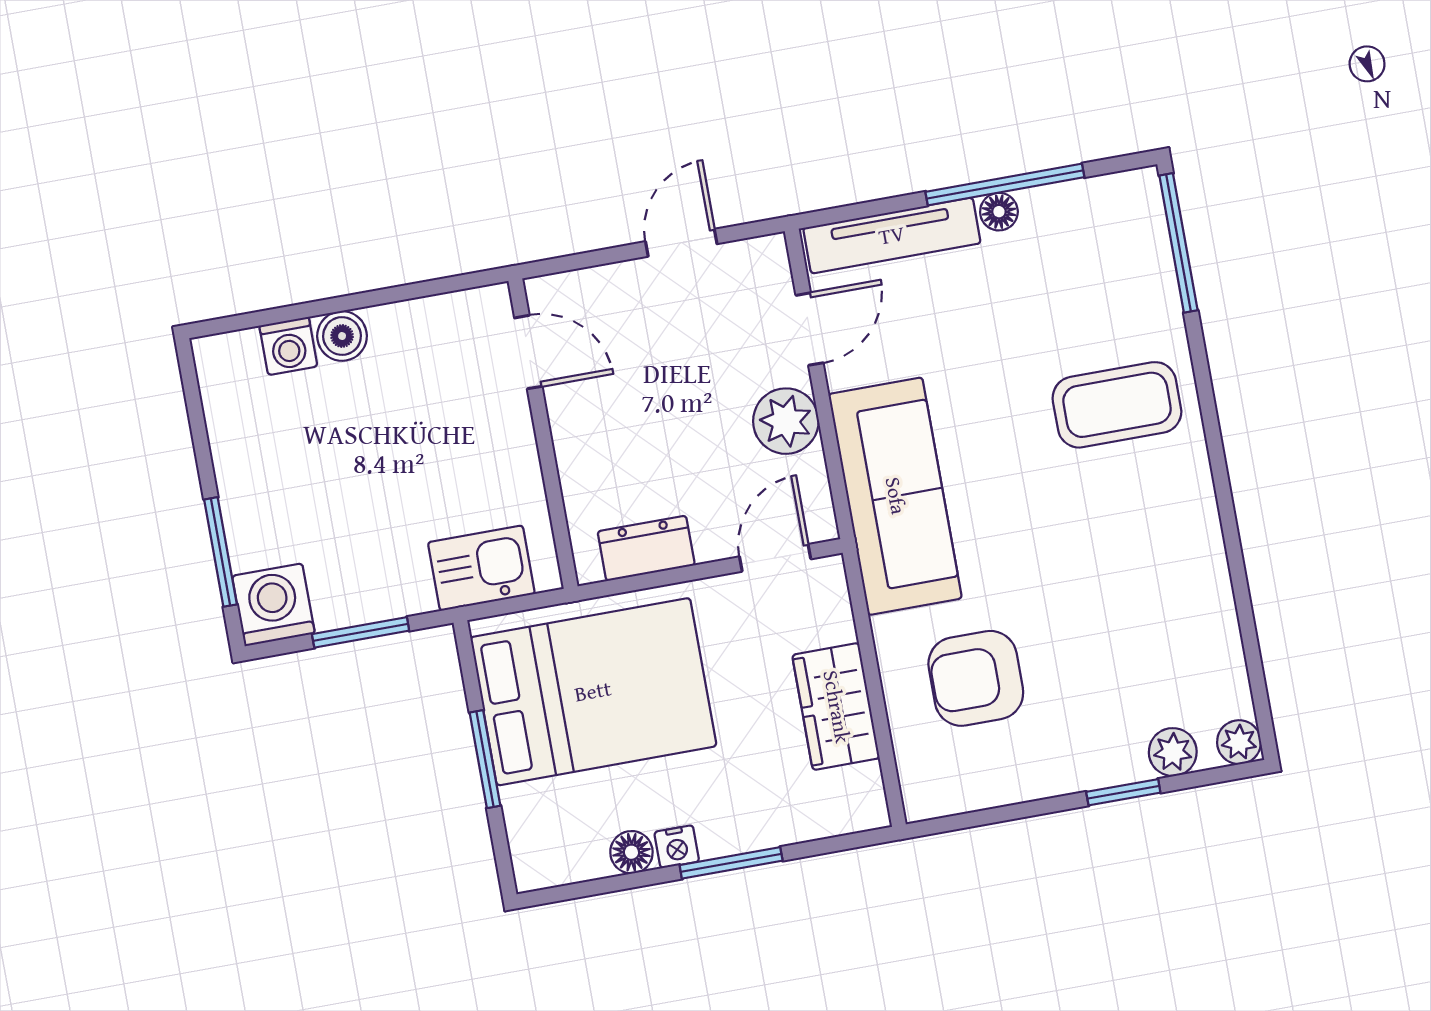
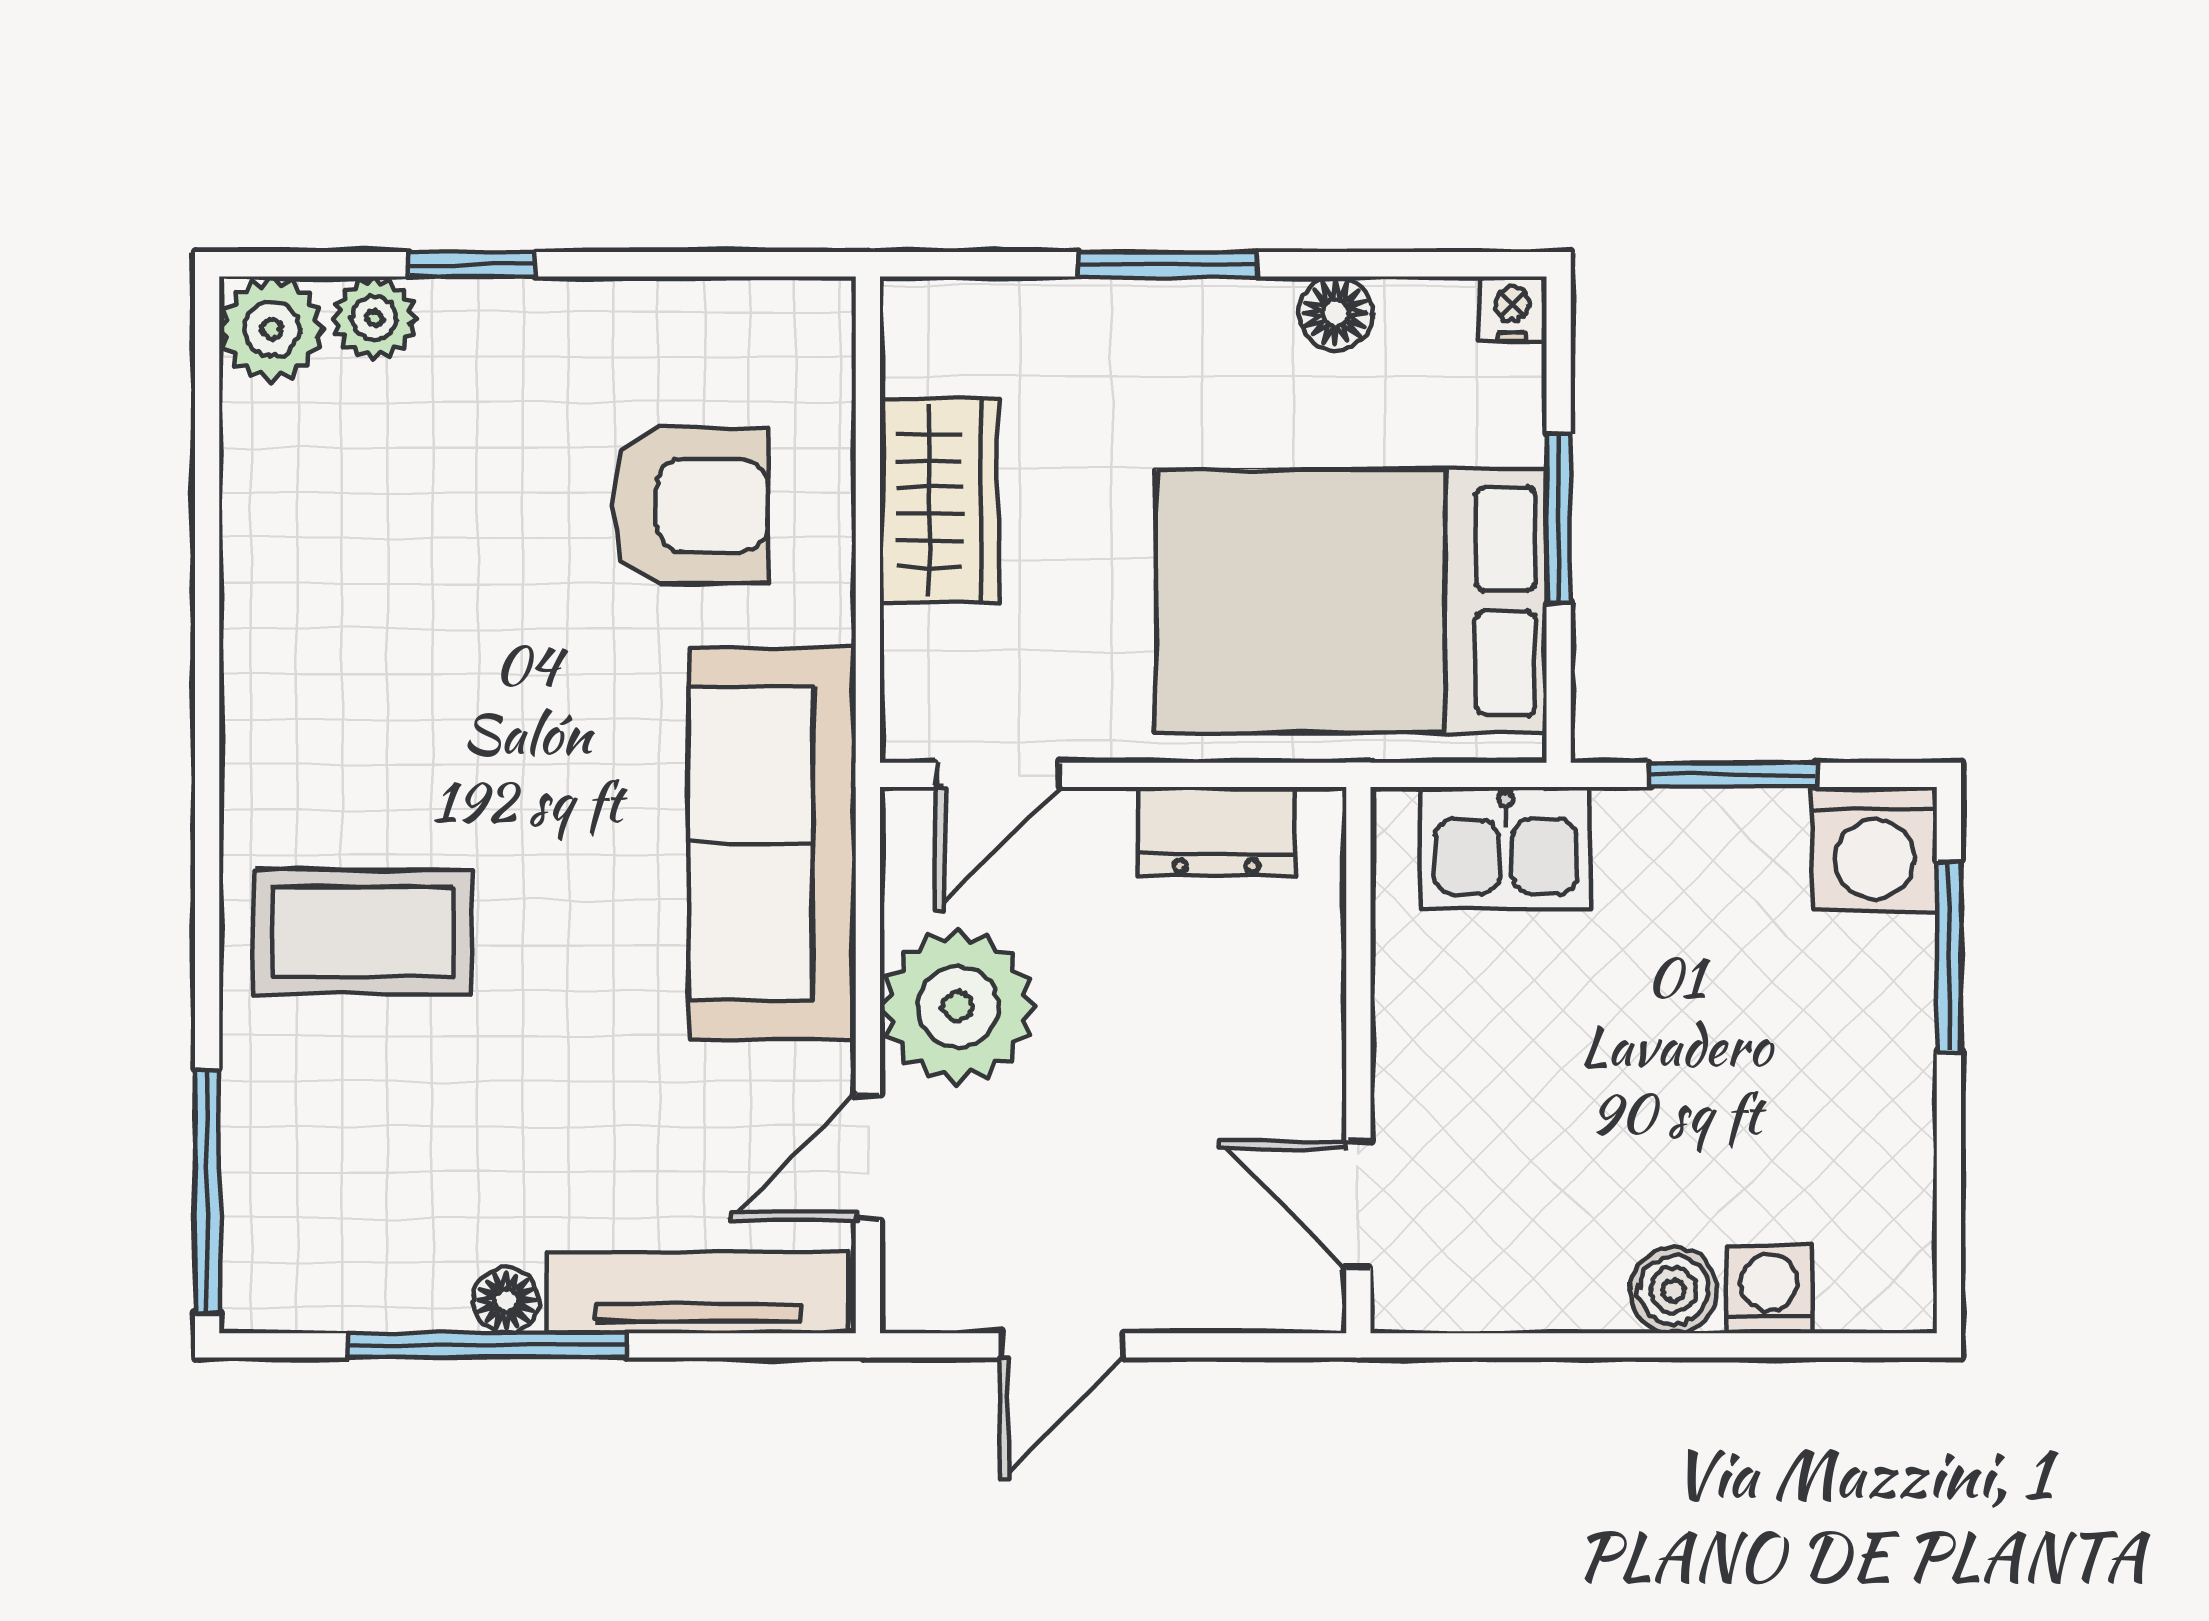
plant: (786, 421) -> (958, 1007), width x1.36, depth x1.36
plant: (1239, 742) -> (272, 329), width x1.38, depth x1.38
nightstand: (677, 847) -> (1512, 309), moved

